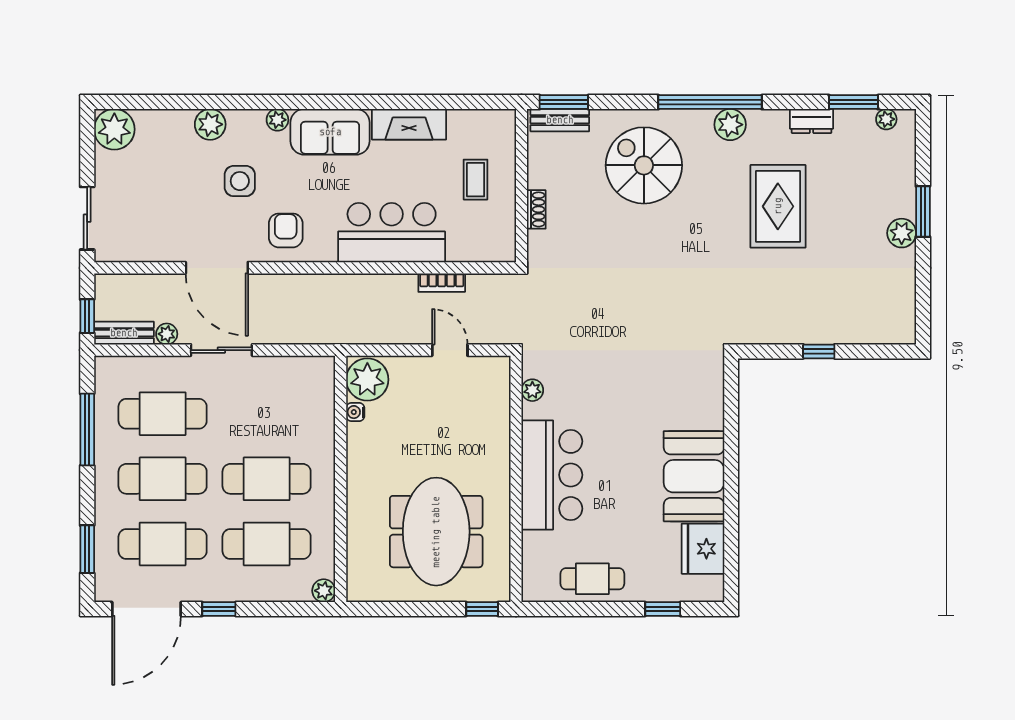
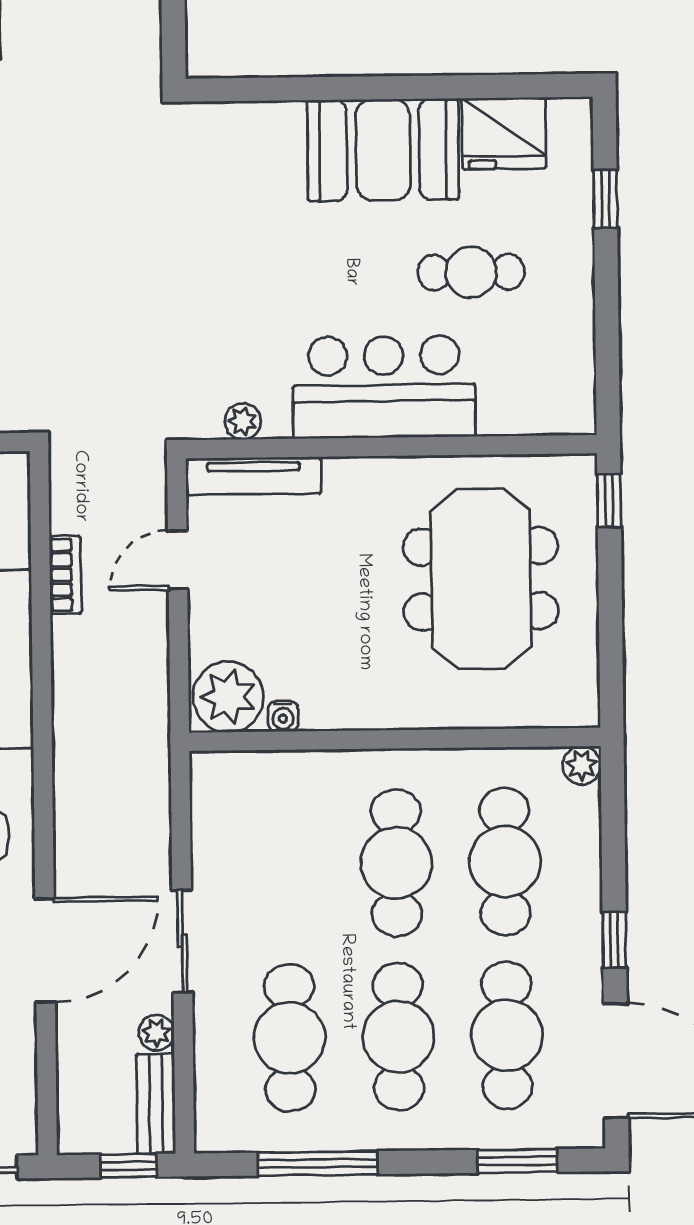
tv unit: (500, 396) -> (253, 476), added
meeting table: (436, 532) -> (481, 579), turned 90
cafe table: (592, 579) -> (471, 272), moved, turned 90

